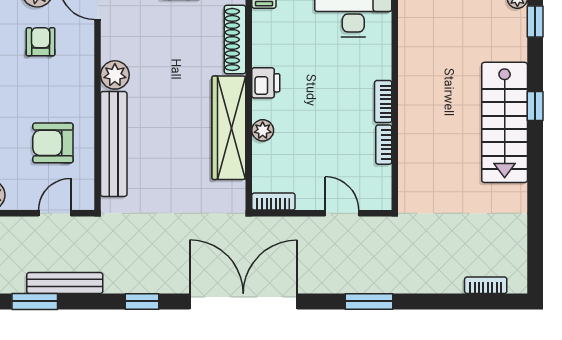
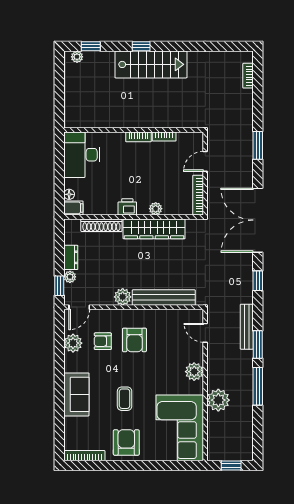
armchair: (53, 143) -> (134, 340), moved
bookcase: (273, 202) -> (198, 195), width x1.56

